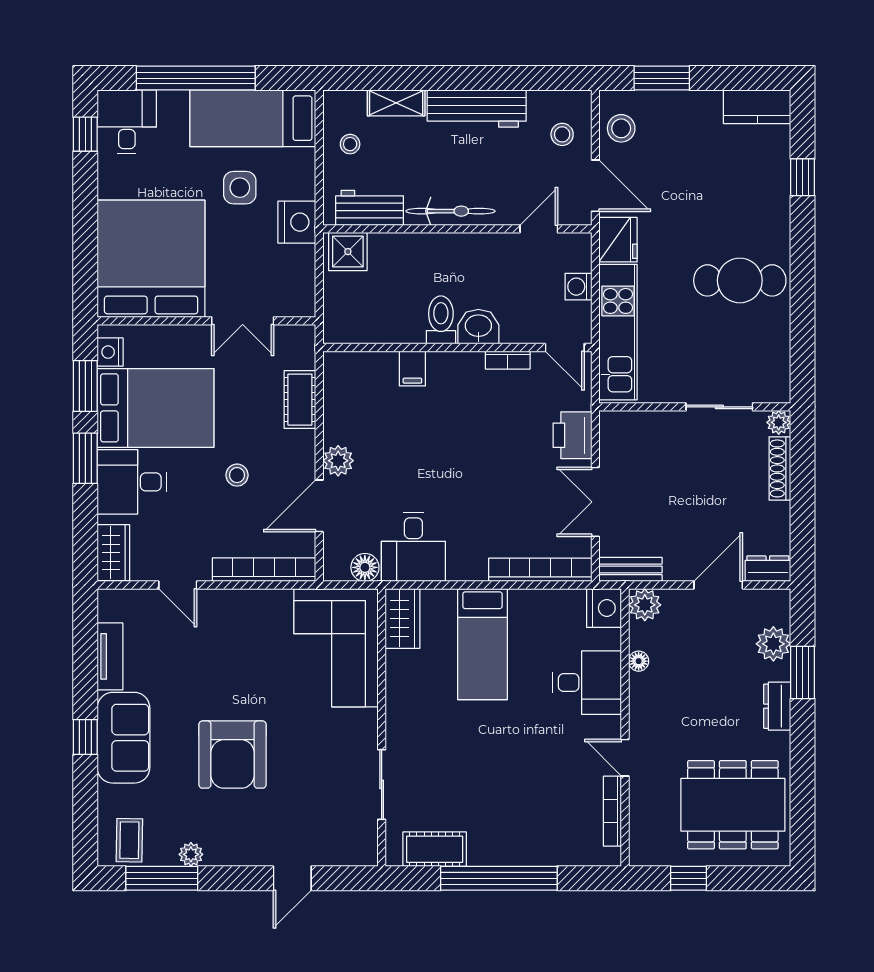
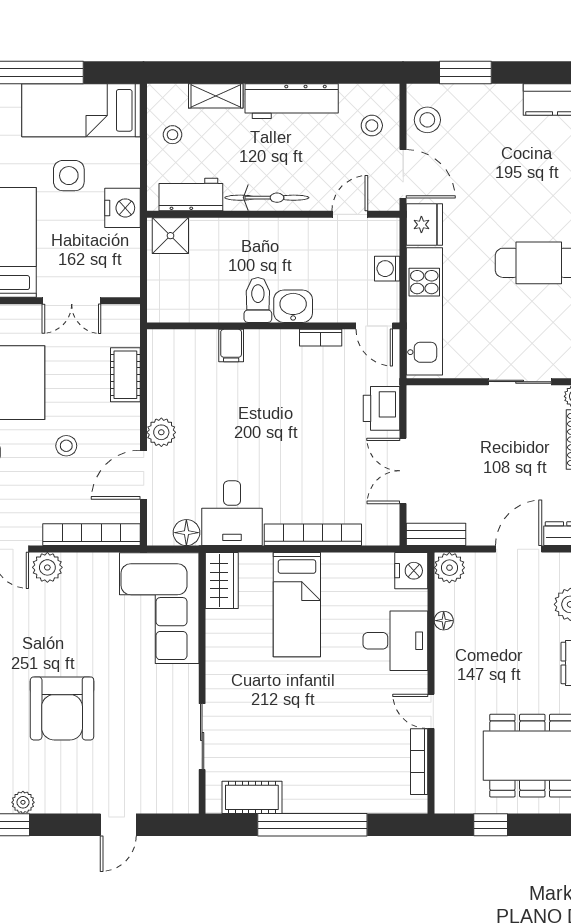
bookcase: (540, 570) -> (313, 535), moved
plant: (217, 605) -> (47, 567), added

